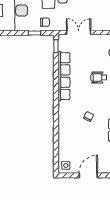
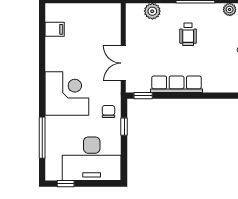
row of seats: (64, 76) -> (177, 84), width x0.73

